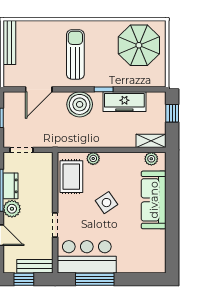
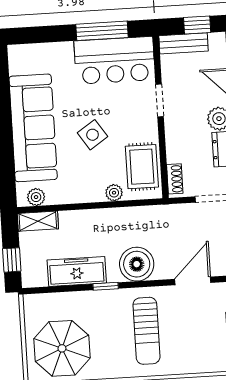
shoe rack: (47, 166) -> (175, 179), added
sofa: (154, 200) -> (33, 128), width x1.36, depth x1.27

